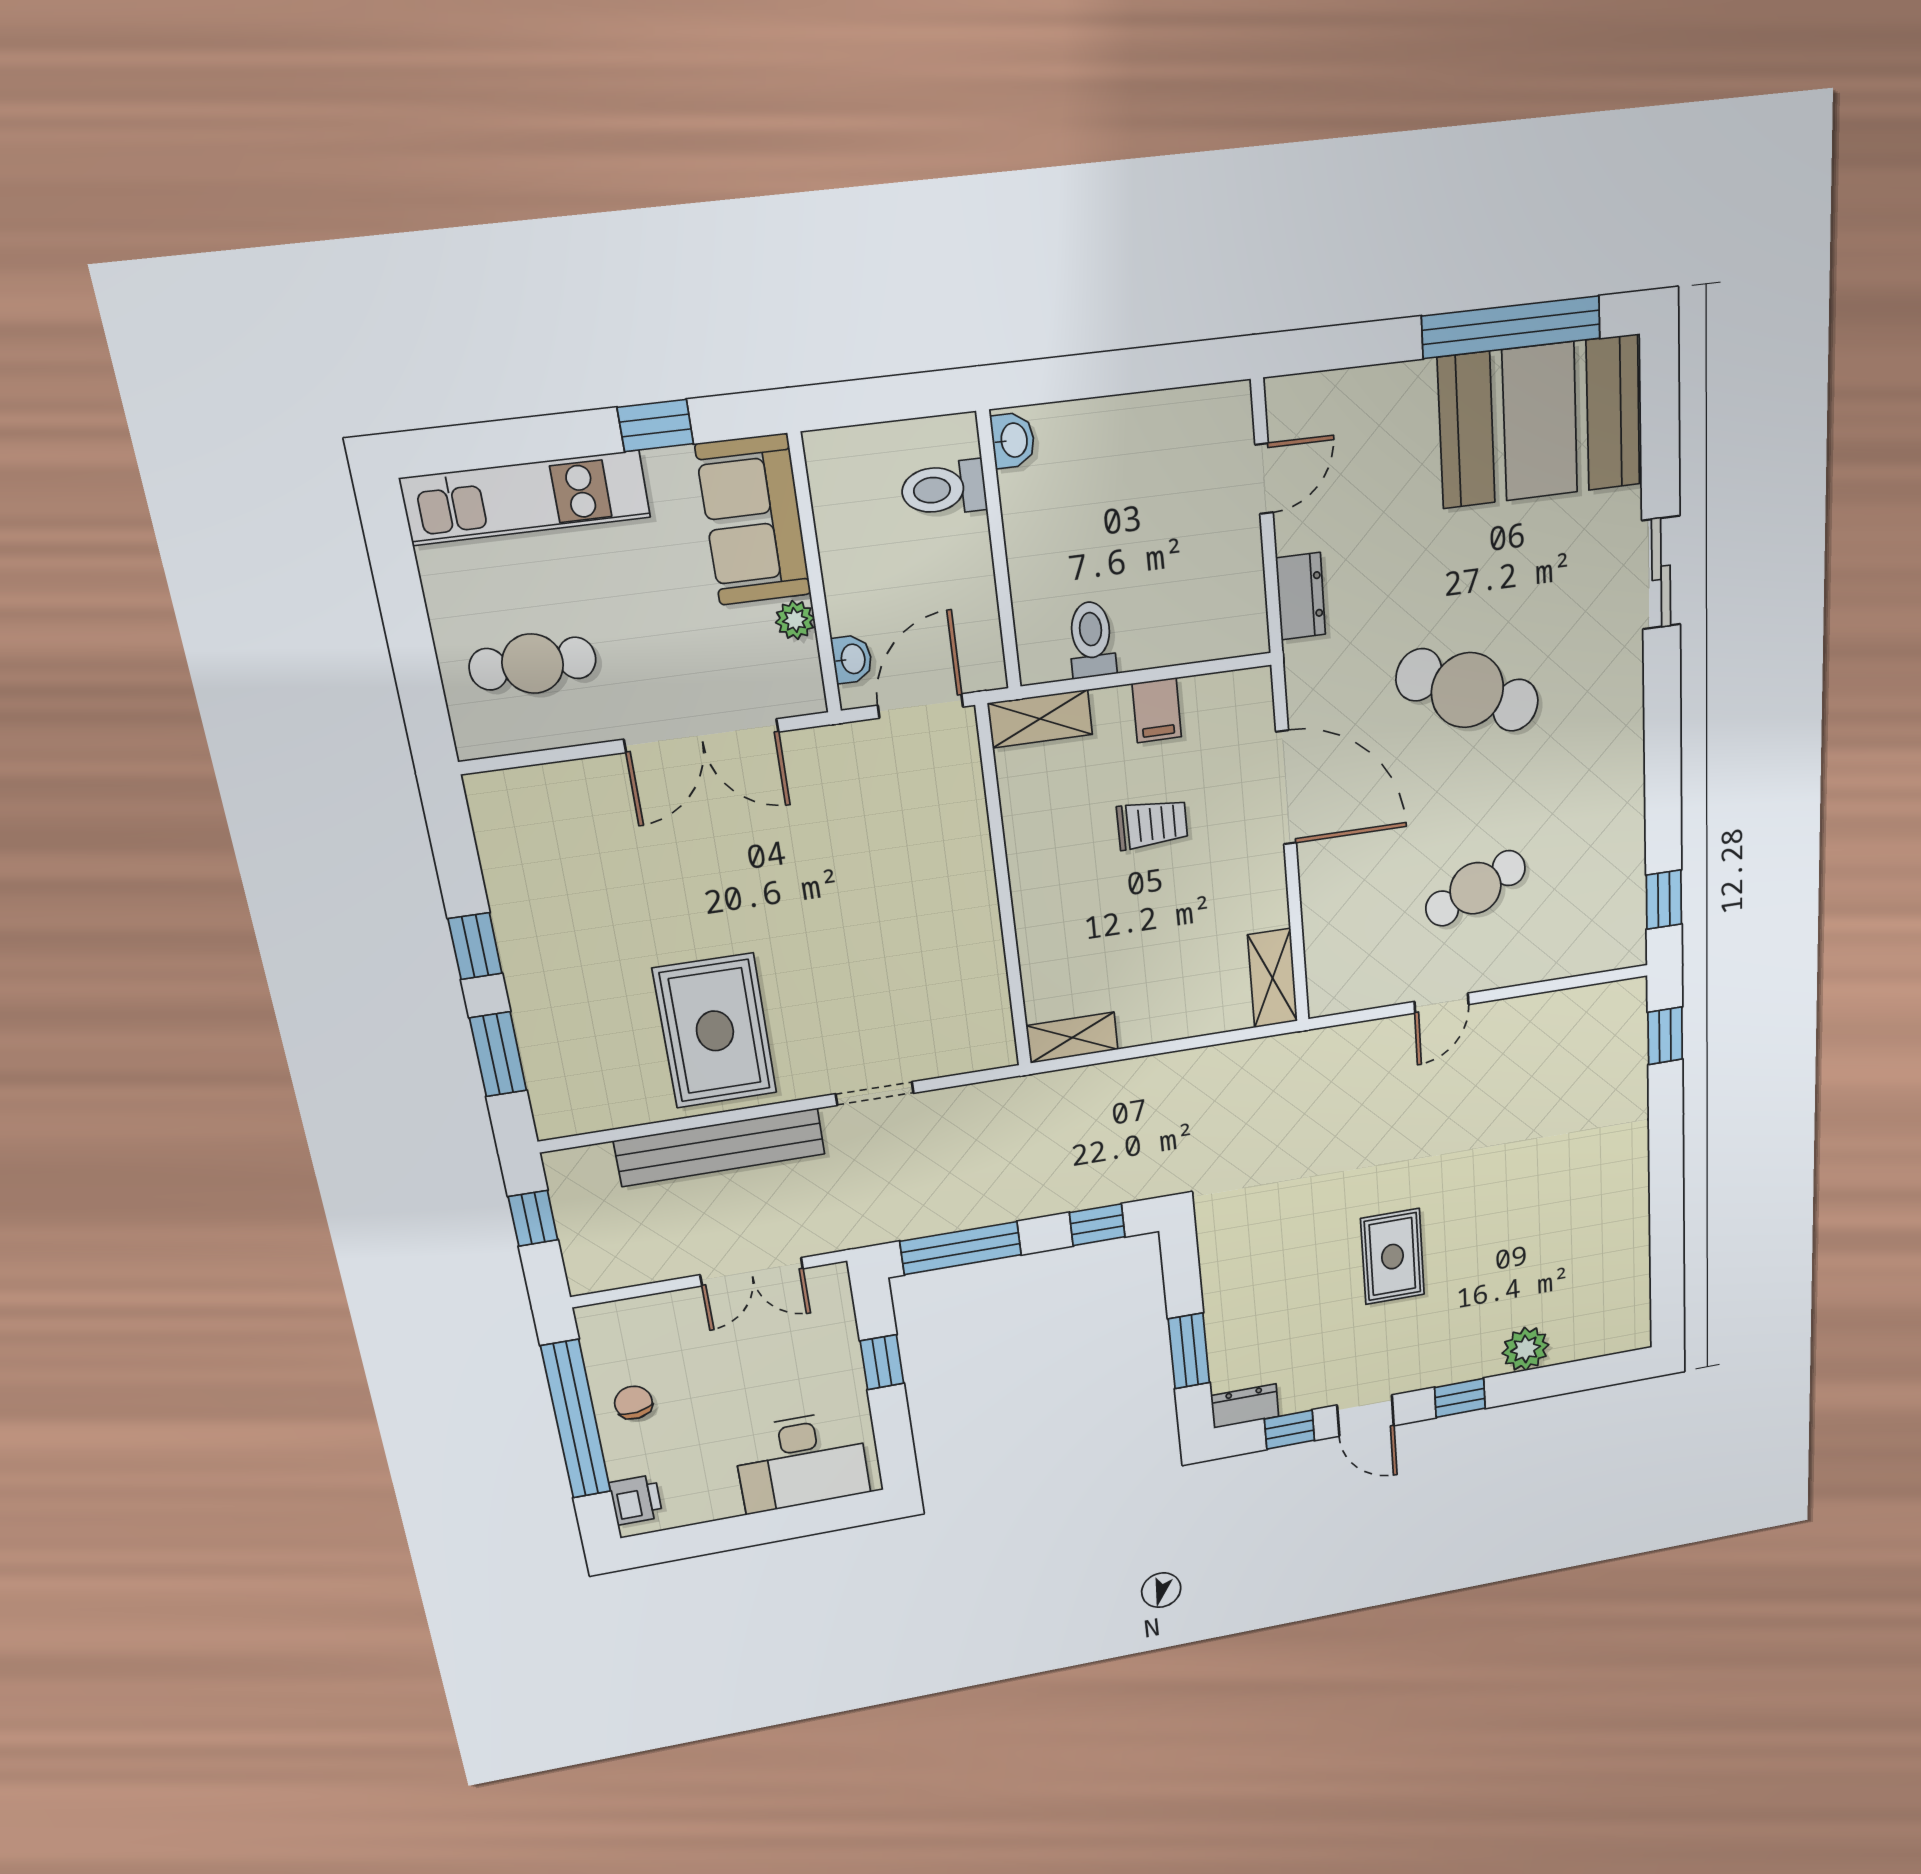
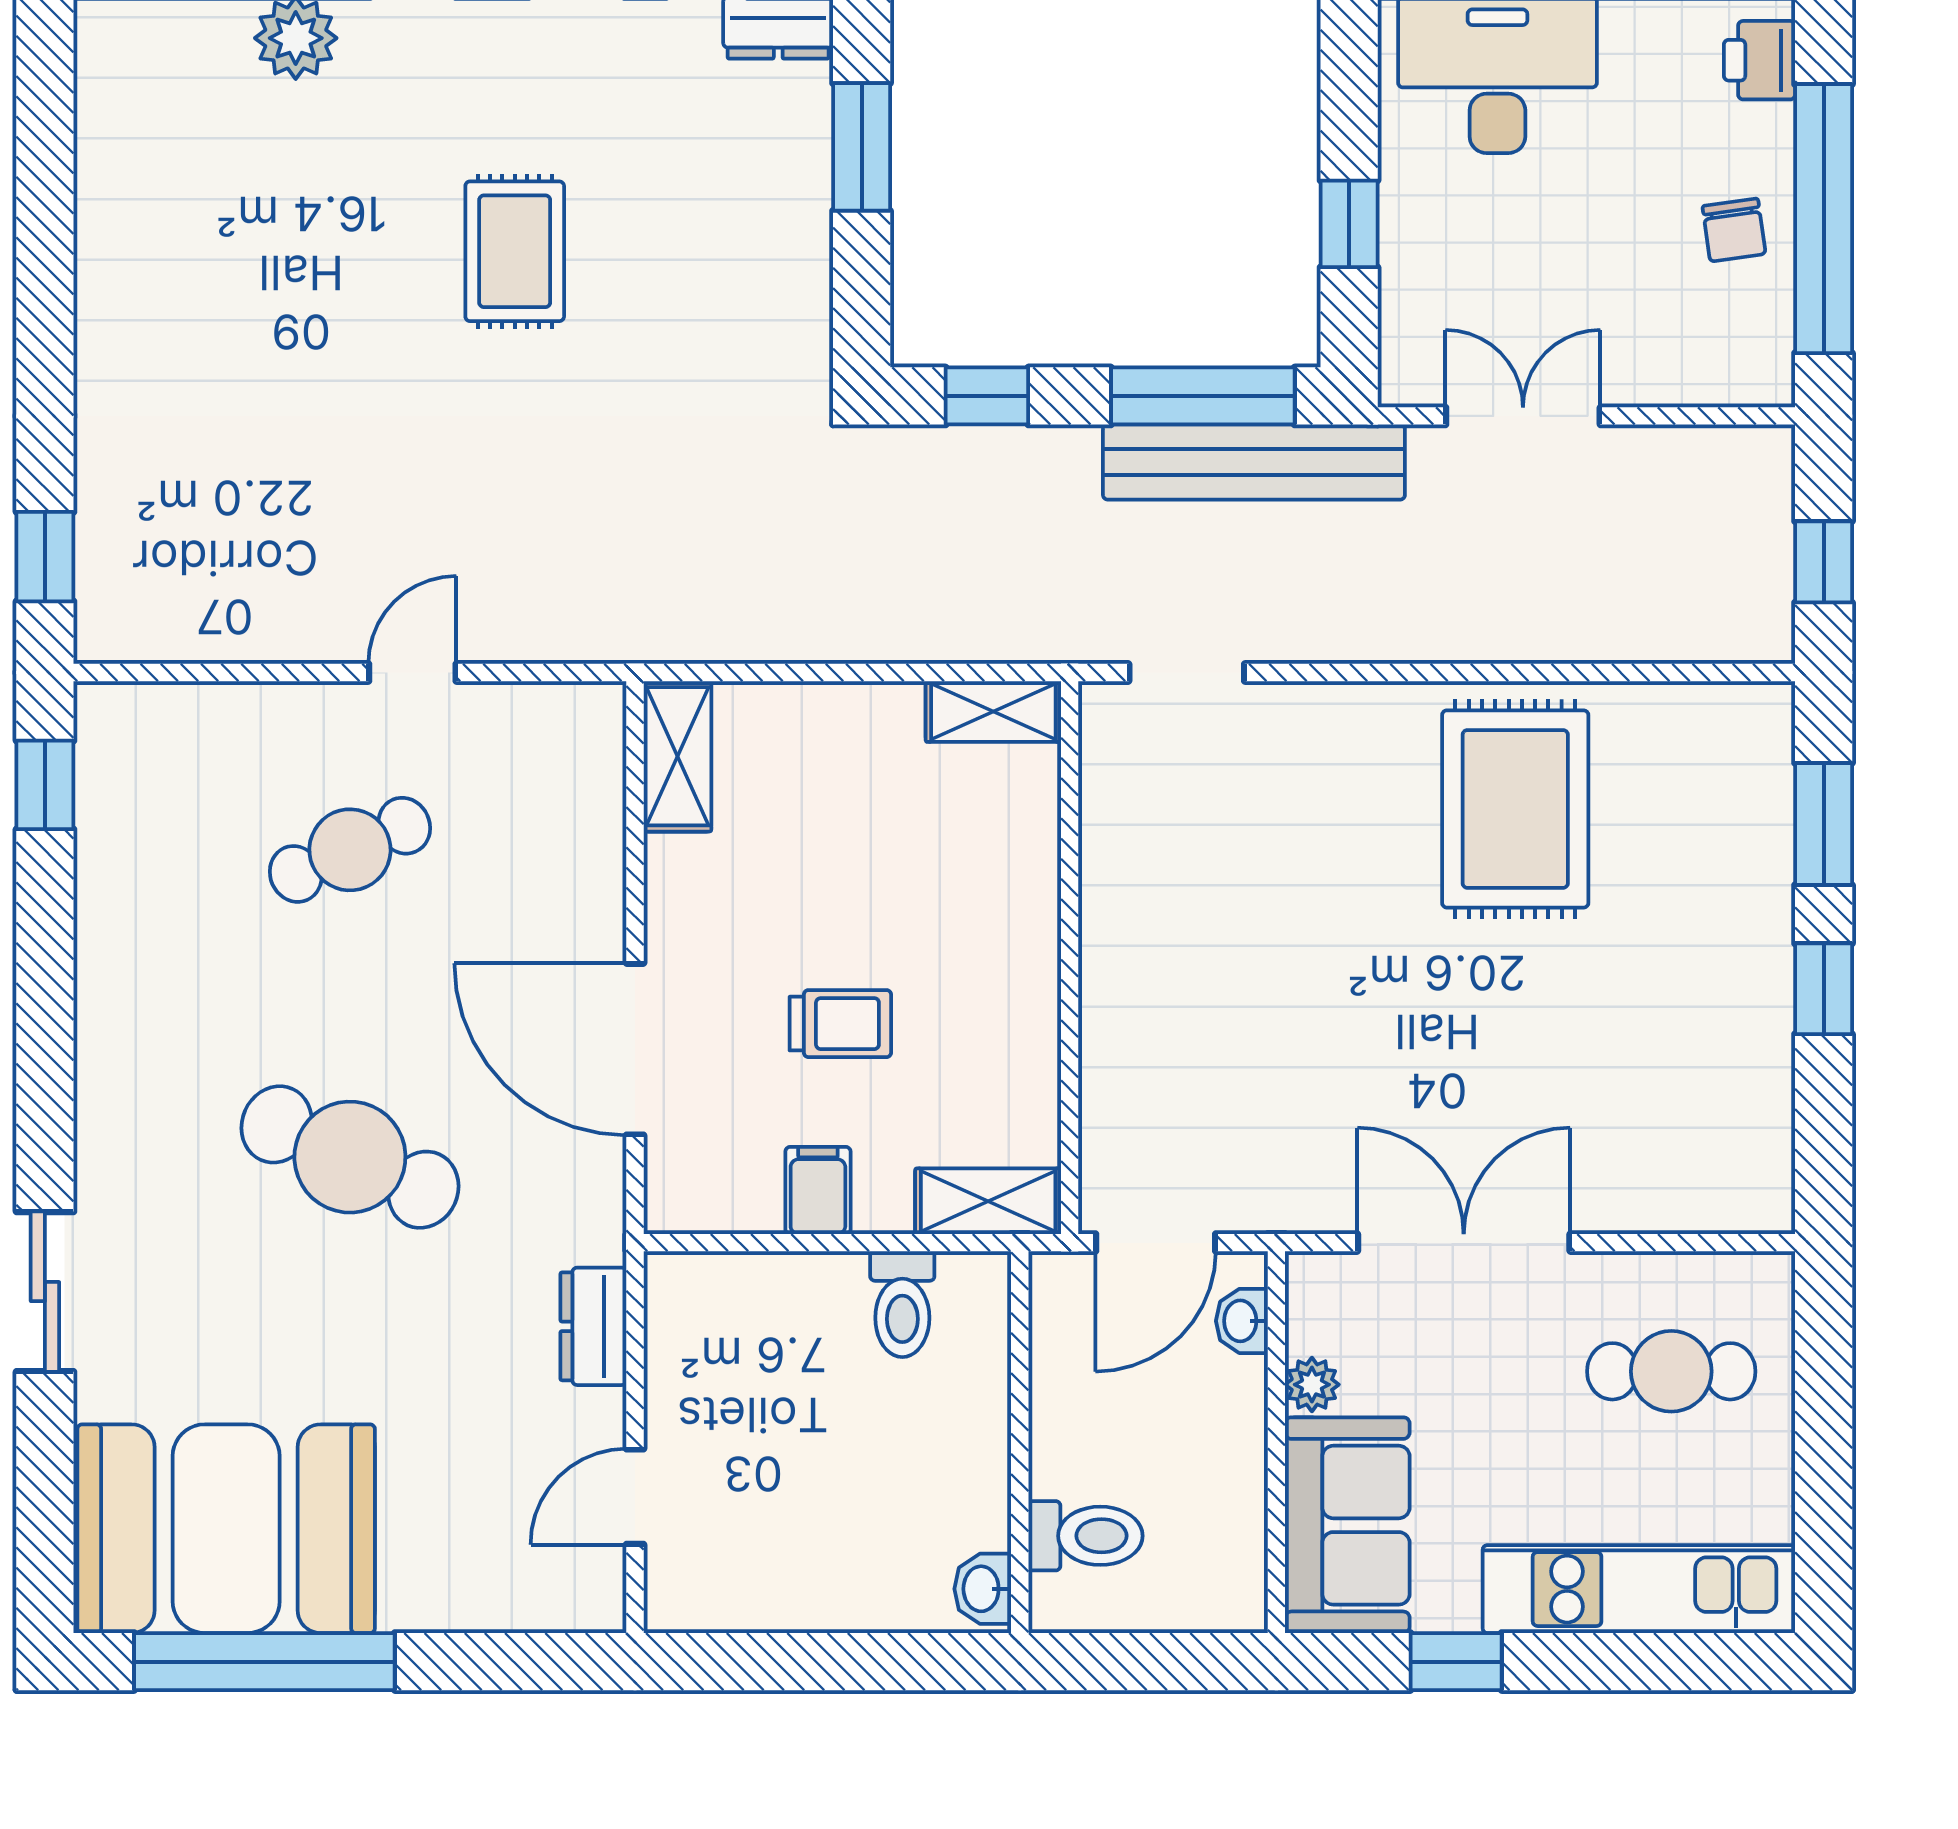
trolley: (1152, 824) -> (840, 1024), turned 180
doorway: (875, 1093) -> (1187, 672), moved
bench: (720, 1147) -> (1254, 462), moved

